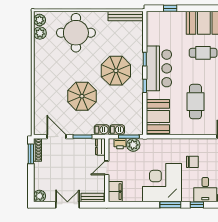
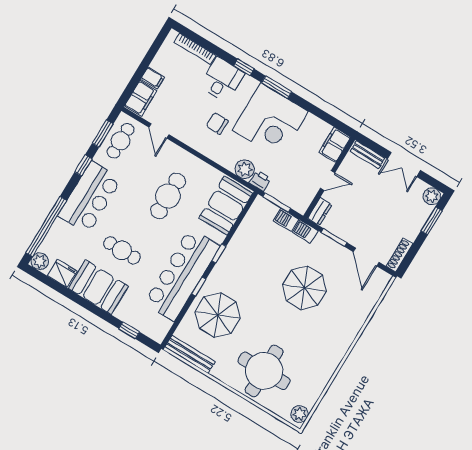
plant: (40, 33) -> (309, 398), removed
bar counter: (159, 68) -> (182, 275), width x1.36
parasol: (116, 71) -> (218, 315), moved
printer: (120, 144) -> (260, 181), moved
plant: (133, 145) -> (245, 169), moved
window: (31, 154) -> (432, 221), moved

